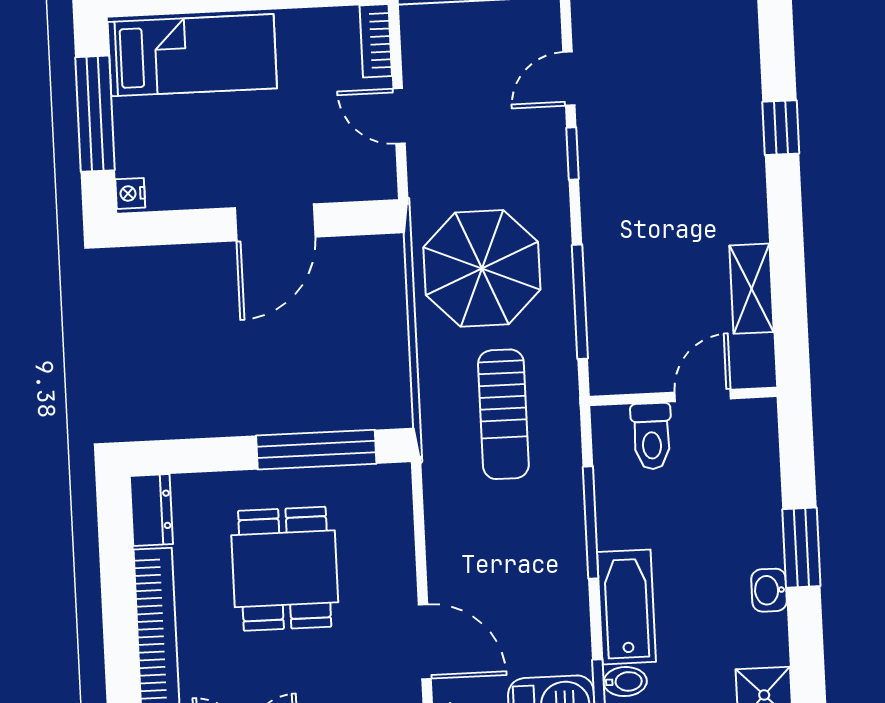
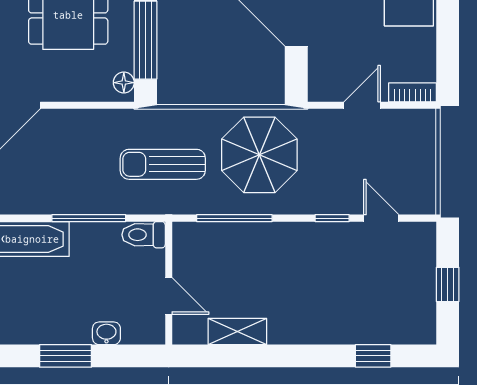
window: (781, 128) -> (373, 356), moved
toilet: (652, 436) -> (144, 235), moved
floor lamp: (382, 479) -> (124, 83), added
washbasin: (769, 590) -> (106, 333), moved

